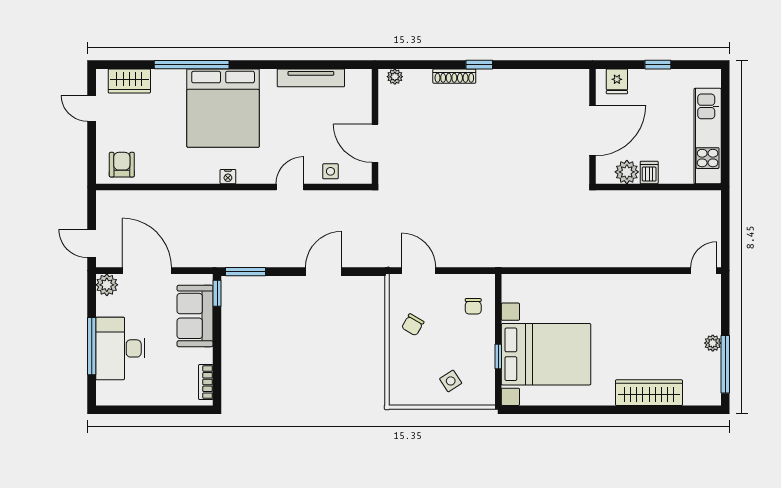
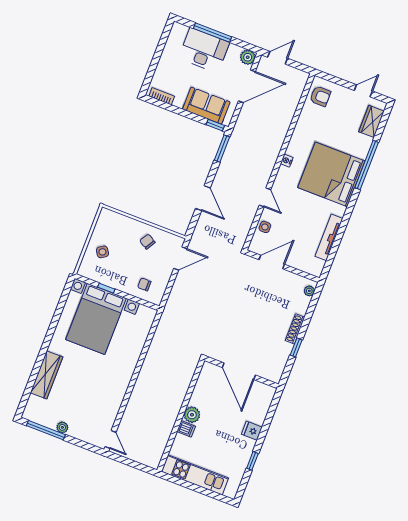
wall: (592, 126) -> (242, 372), moved
door: (592, 131) -> (239, 371), moved

